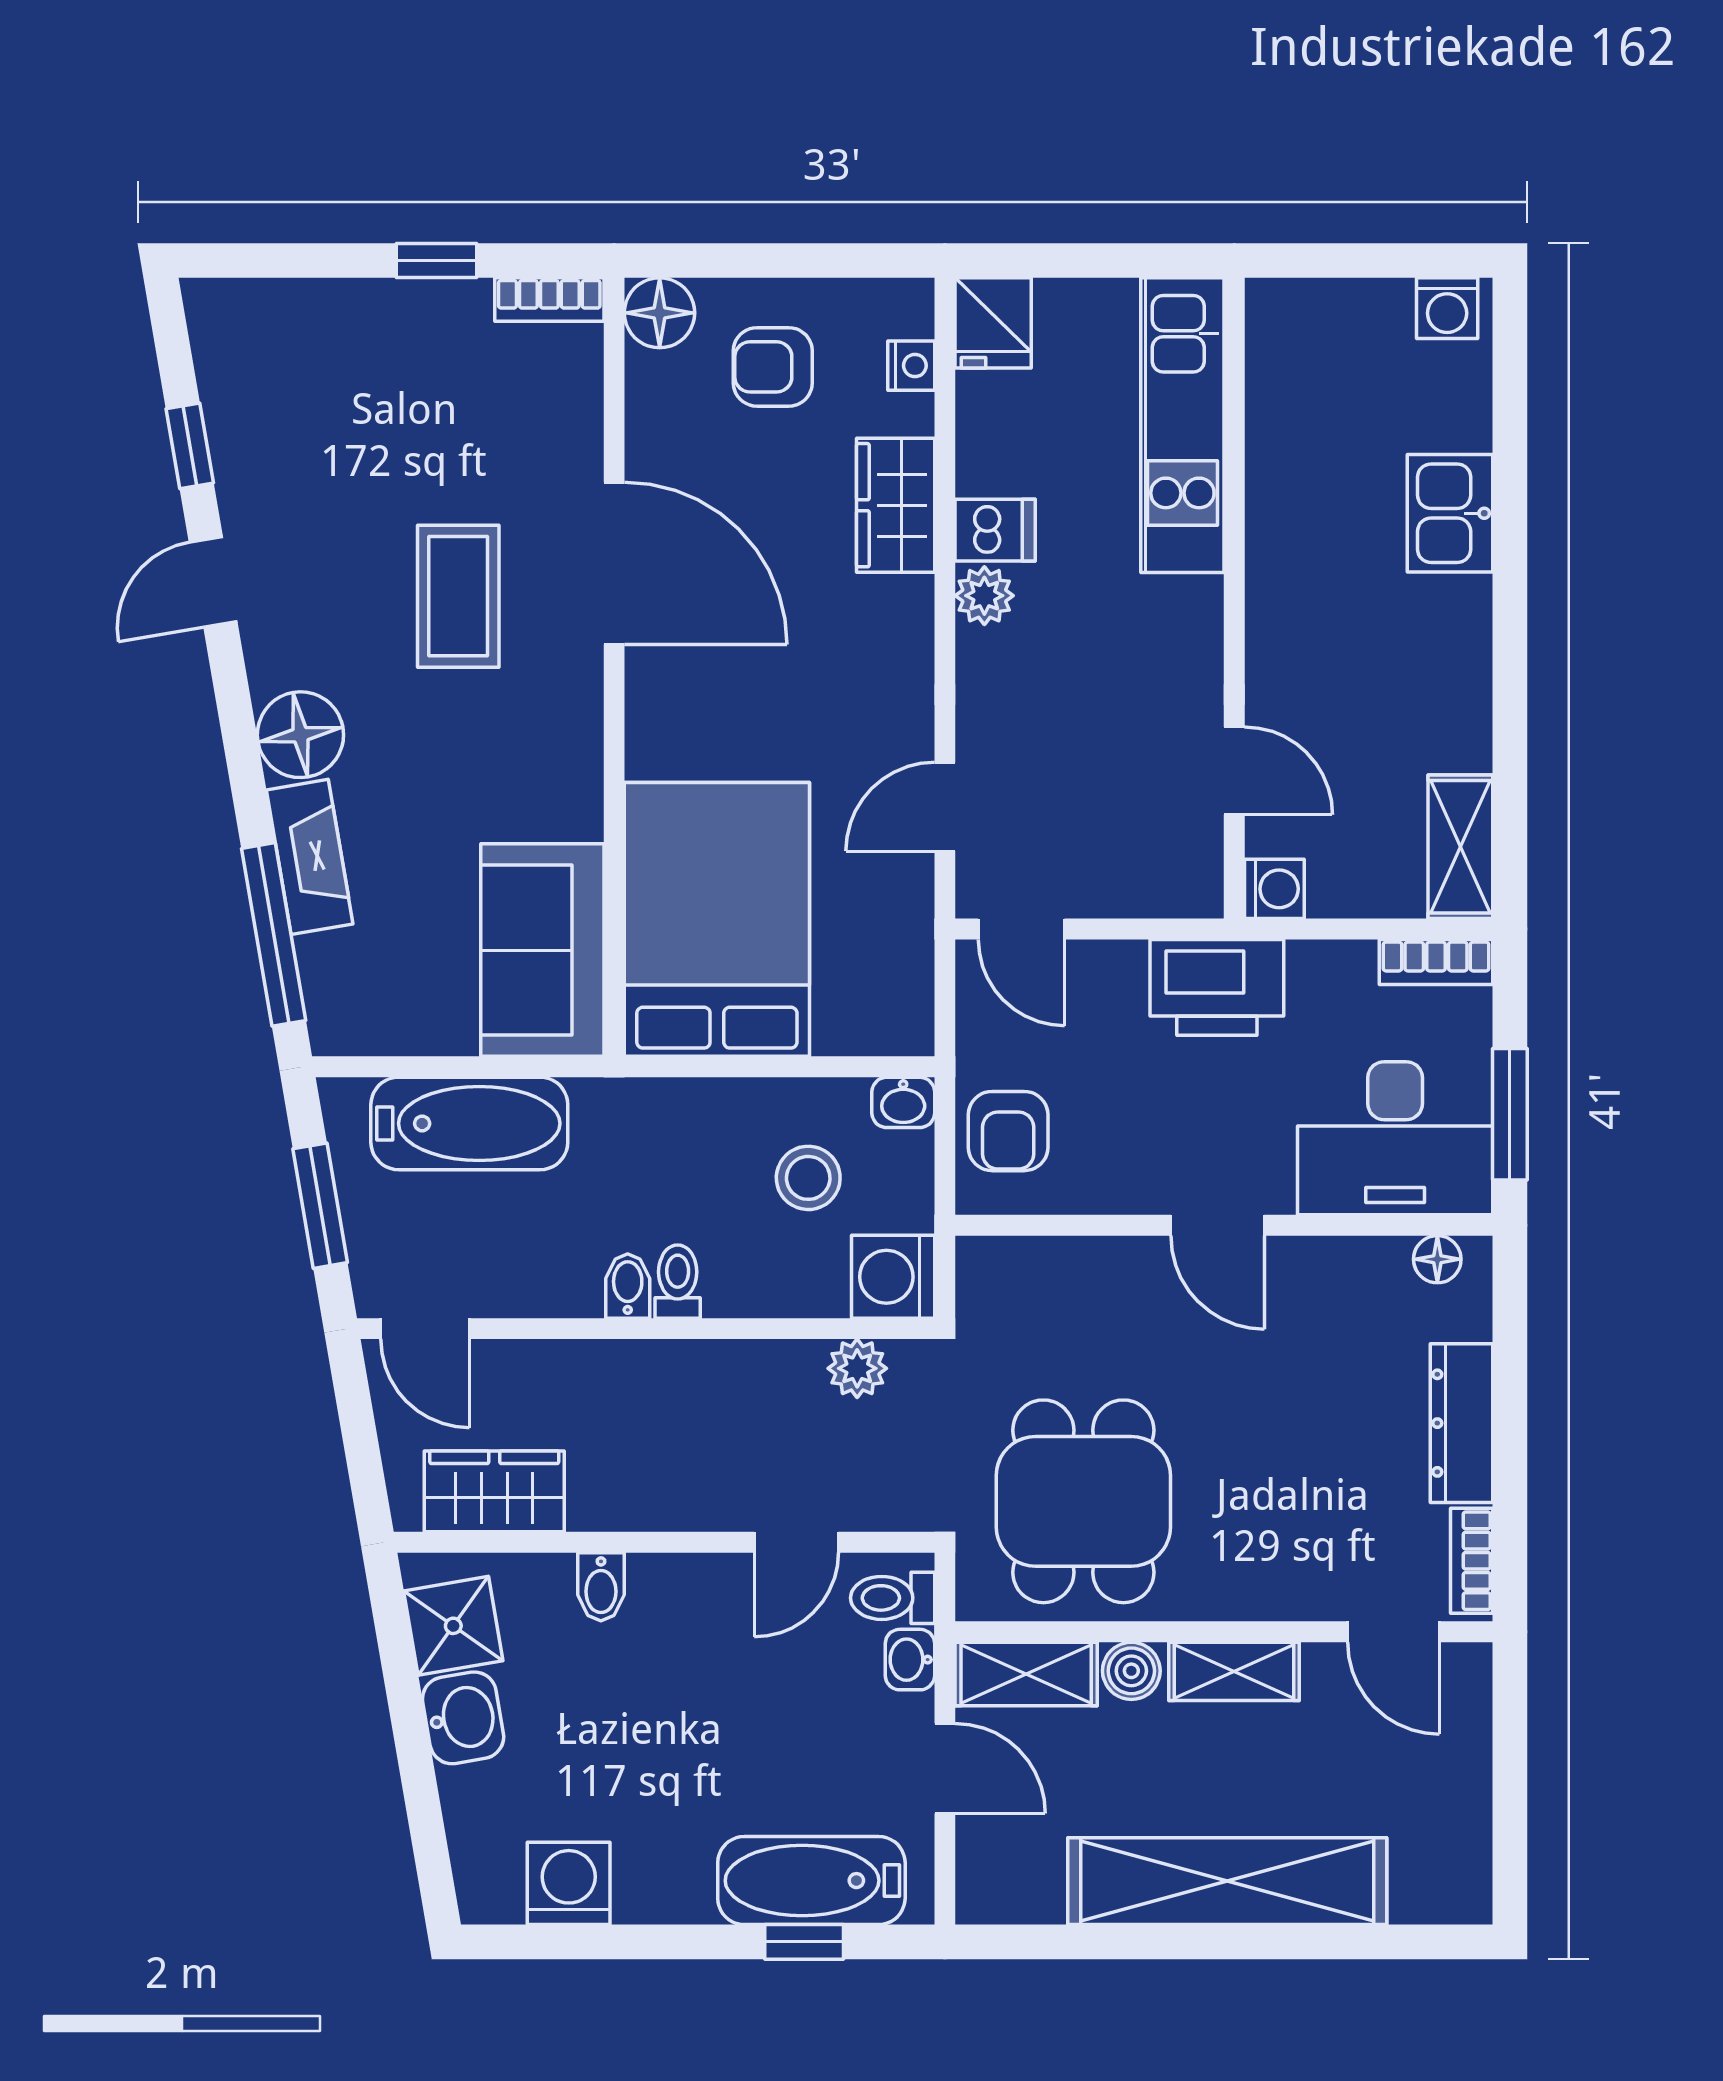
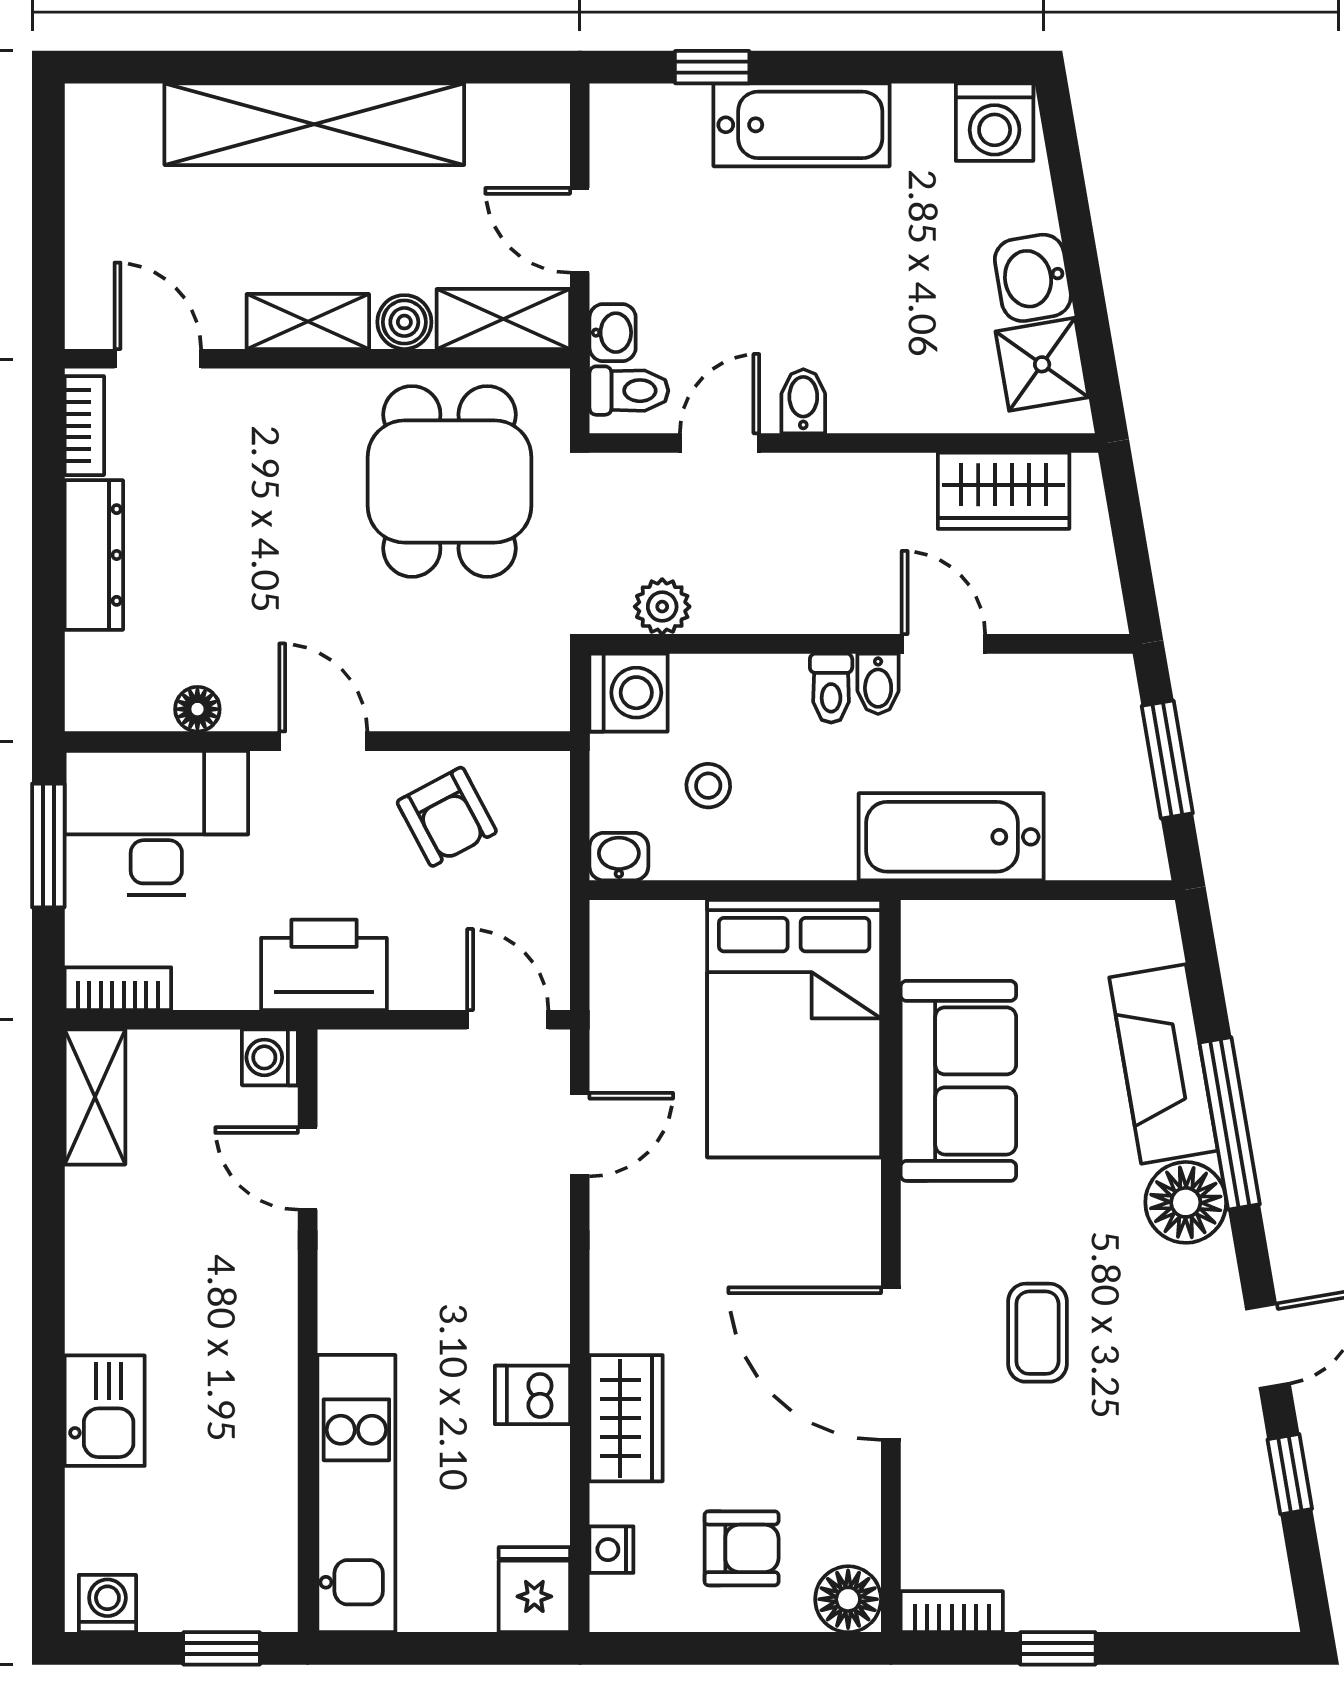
window: (1326, 260) -> (222, 1648), added
coffee table: (458, 596) -> (1037, 1333), width x0.73, depth x0.77
plant: (984, 596) -> (543, 1333), removed
fireplace: (310, 857) -> (1164, 1064), width x1.37, depth x1.32
window: (274, 934) -> (1230, 1123), moved
sofa: (542, 950) -> (958, 1081), moved
bathtub: (469, 1123) -> (951, 837), moved
armchair: (1008, 1131) -> (447, 817), moved, turned 152
stool: (808, 1178) -> (708, 786), width x0.73, depth x0.73
floor lamp: (1437, 1259) -> (197, 709), moved
door: (425, 1329) -> (943, 644), moved
bidet: (601, 1587) -> (803, 401), moved
bathtub: (811, 1881) -> (801, 125), moved
washing machine: (569, 1883) -> (995, 122), moved

